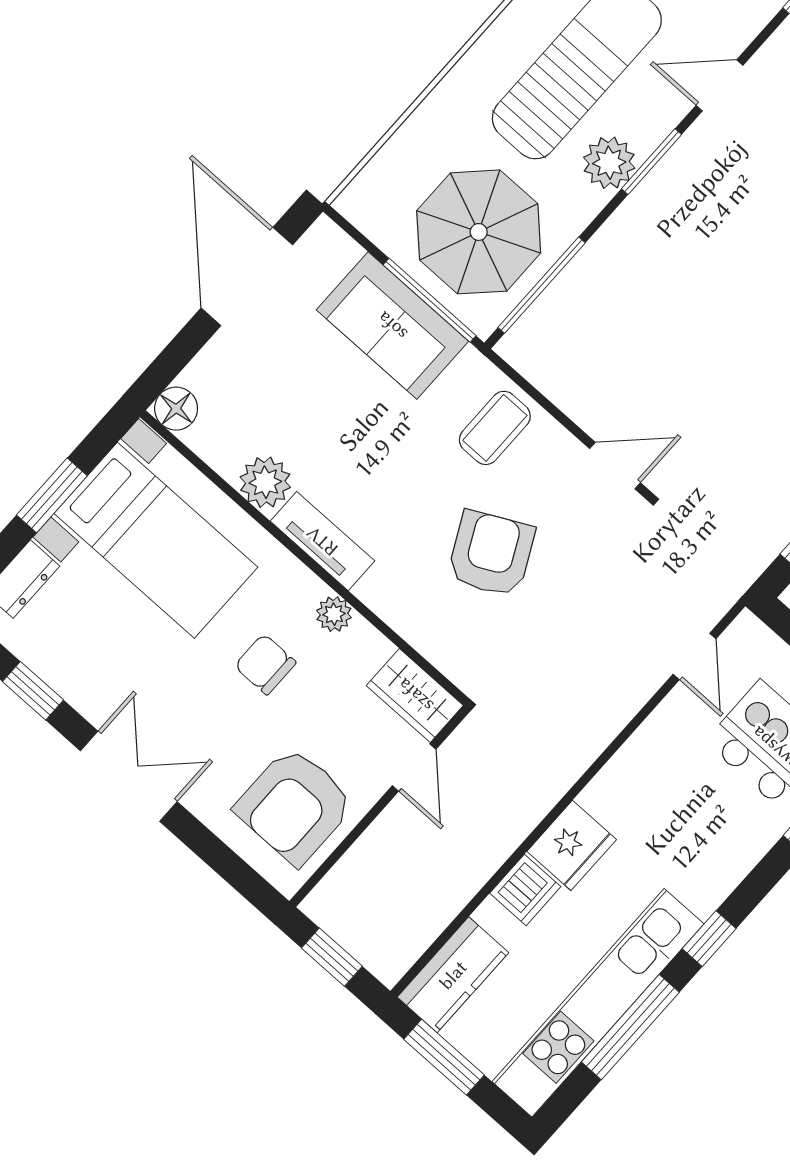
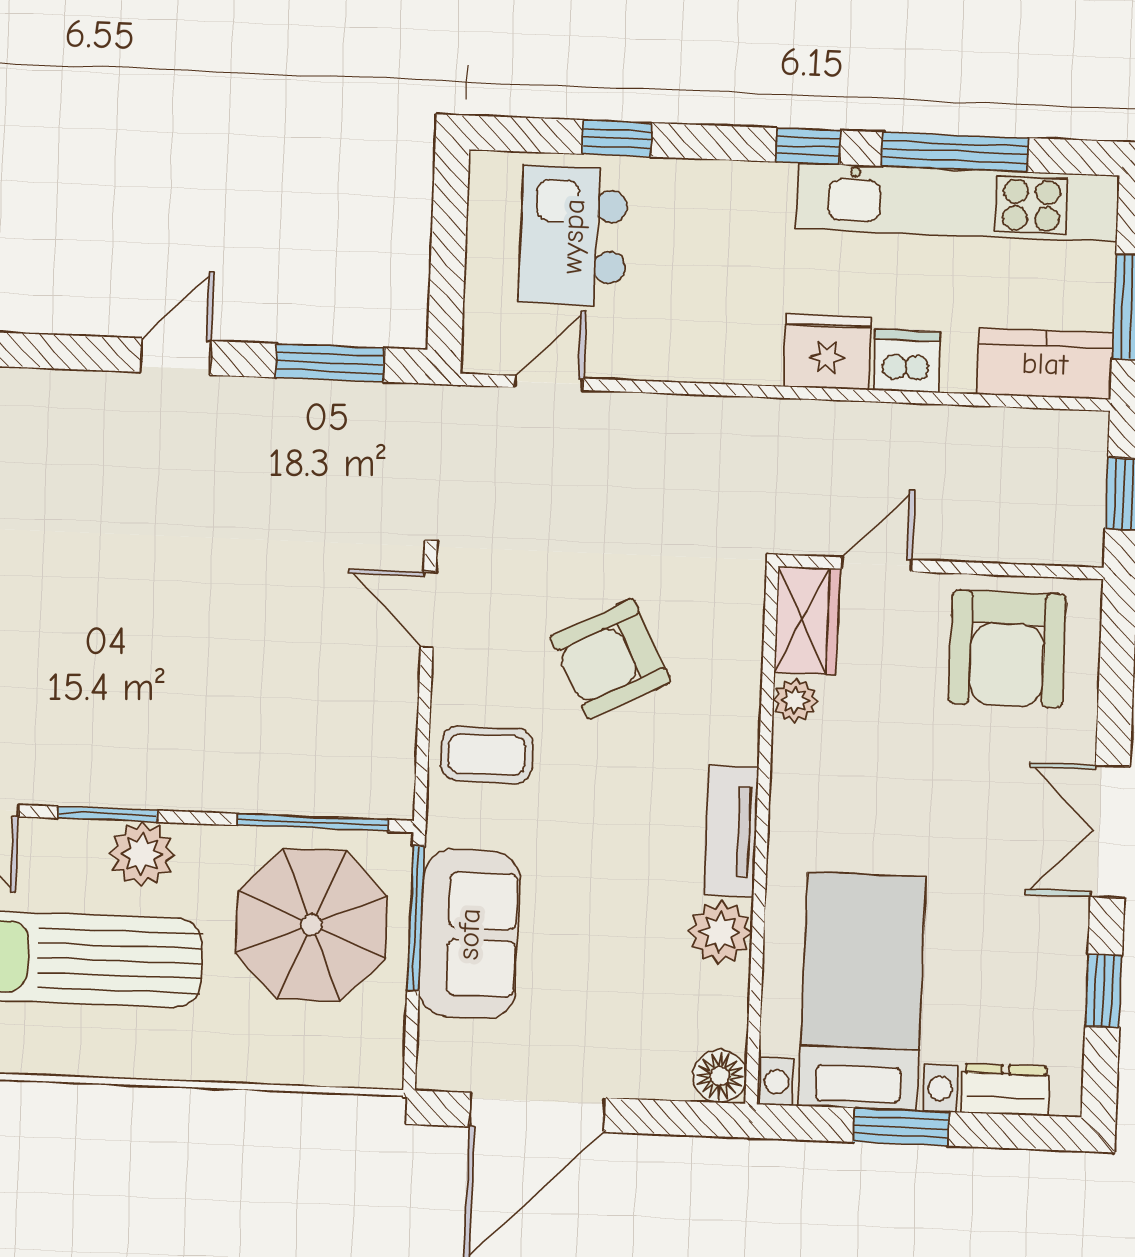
plant: (334, 614) -> (795, 700), moved
chair: (265, 664) -> (895, 789), removed
armchair: (295, 806) -> (1007, 649), turned 90

